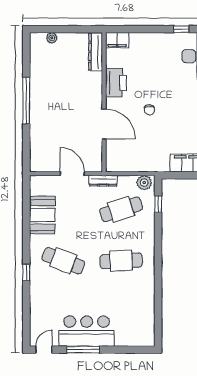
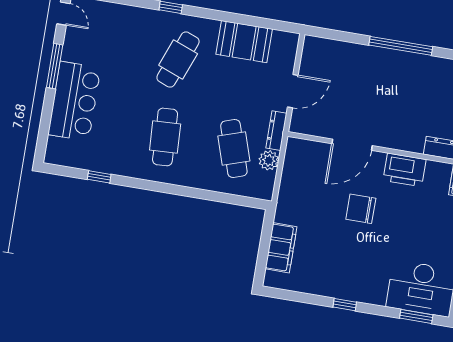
chair: (149, 110) -> (361, 209), width x1.87, depth x1.87
plant: (144, 183) -> (269, 160), moved
window: (158, 204) -> (99, 177), moved
bar counter: (87, 331) -> (74, 101), moved

